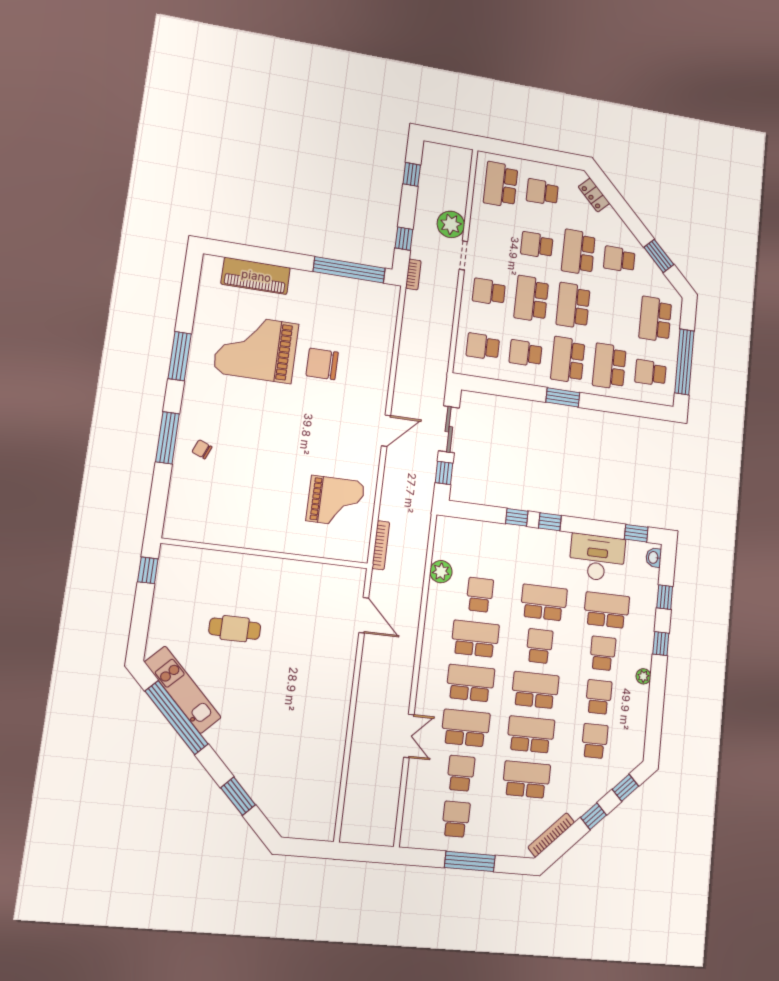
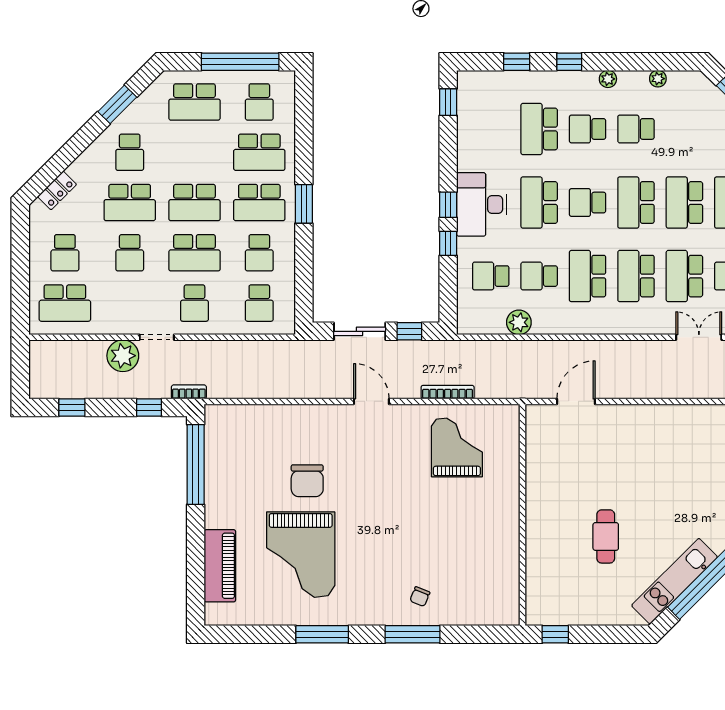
bookcase: (381, 545) -> (448, 392), moved
washbasin: (654, 557) -> (473, 79), removed
desk: (597, 558) -> (482, 204), moved
plant: (640, 721) -> (658, 79), added
school desk: (595, 741) -> (491, 276), moved

